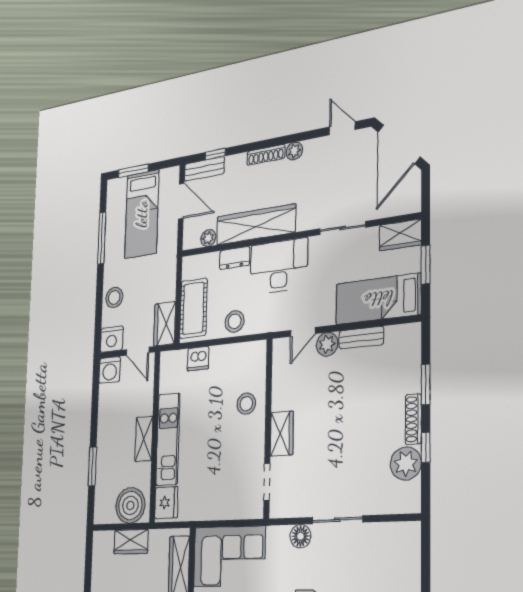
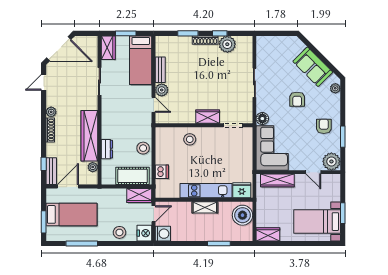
desk: (279, 266) -> (115, 120), removed
floor lamp: (300, 536) -> (262, 119), moved
wardrobe: (131, 542) -> (268, 234), moved, turned -90

